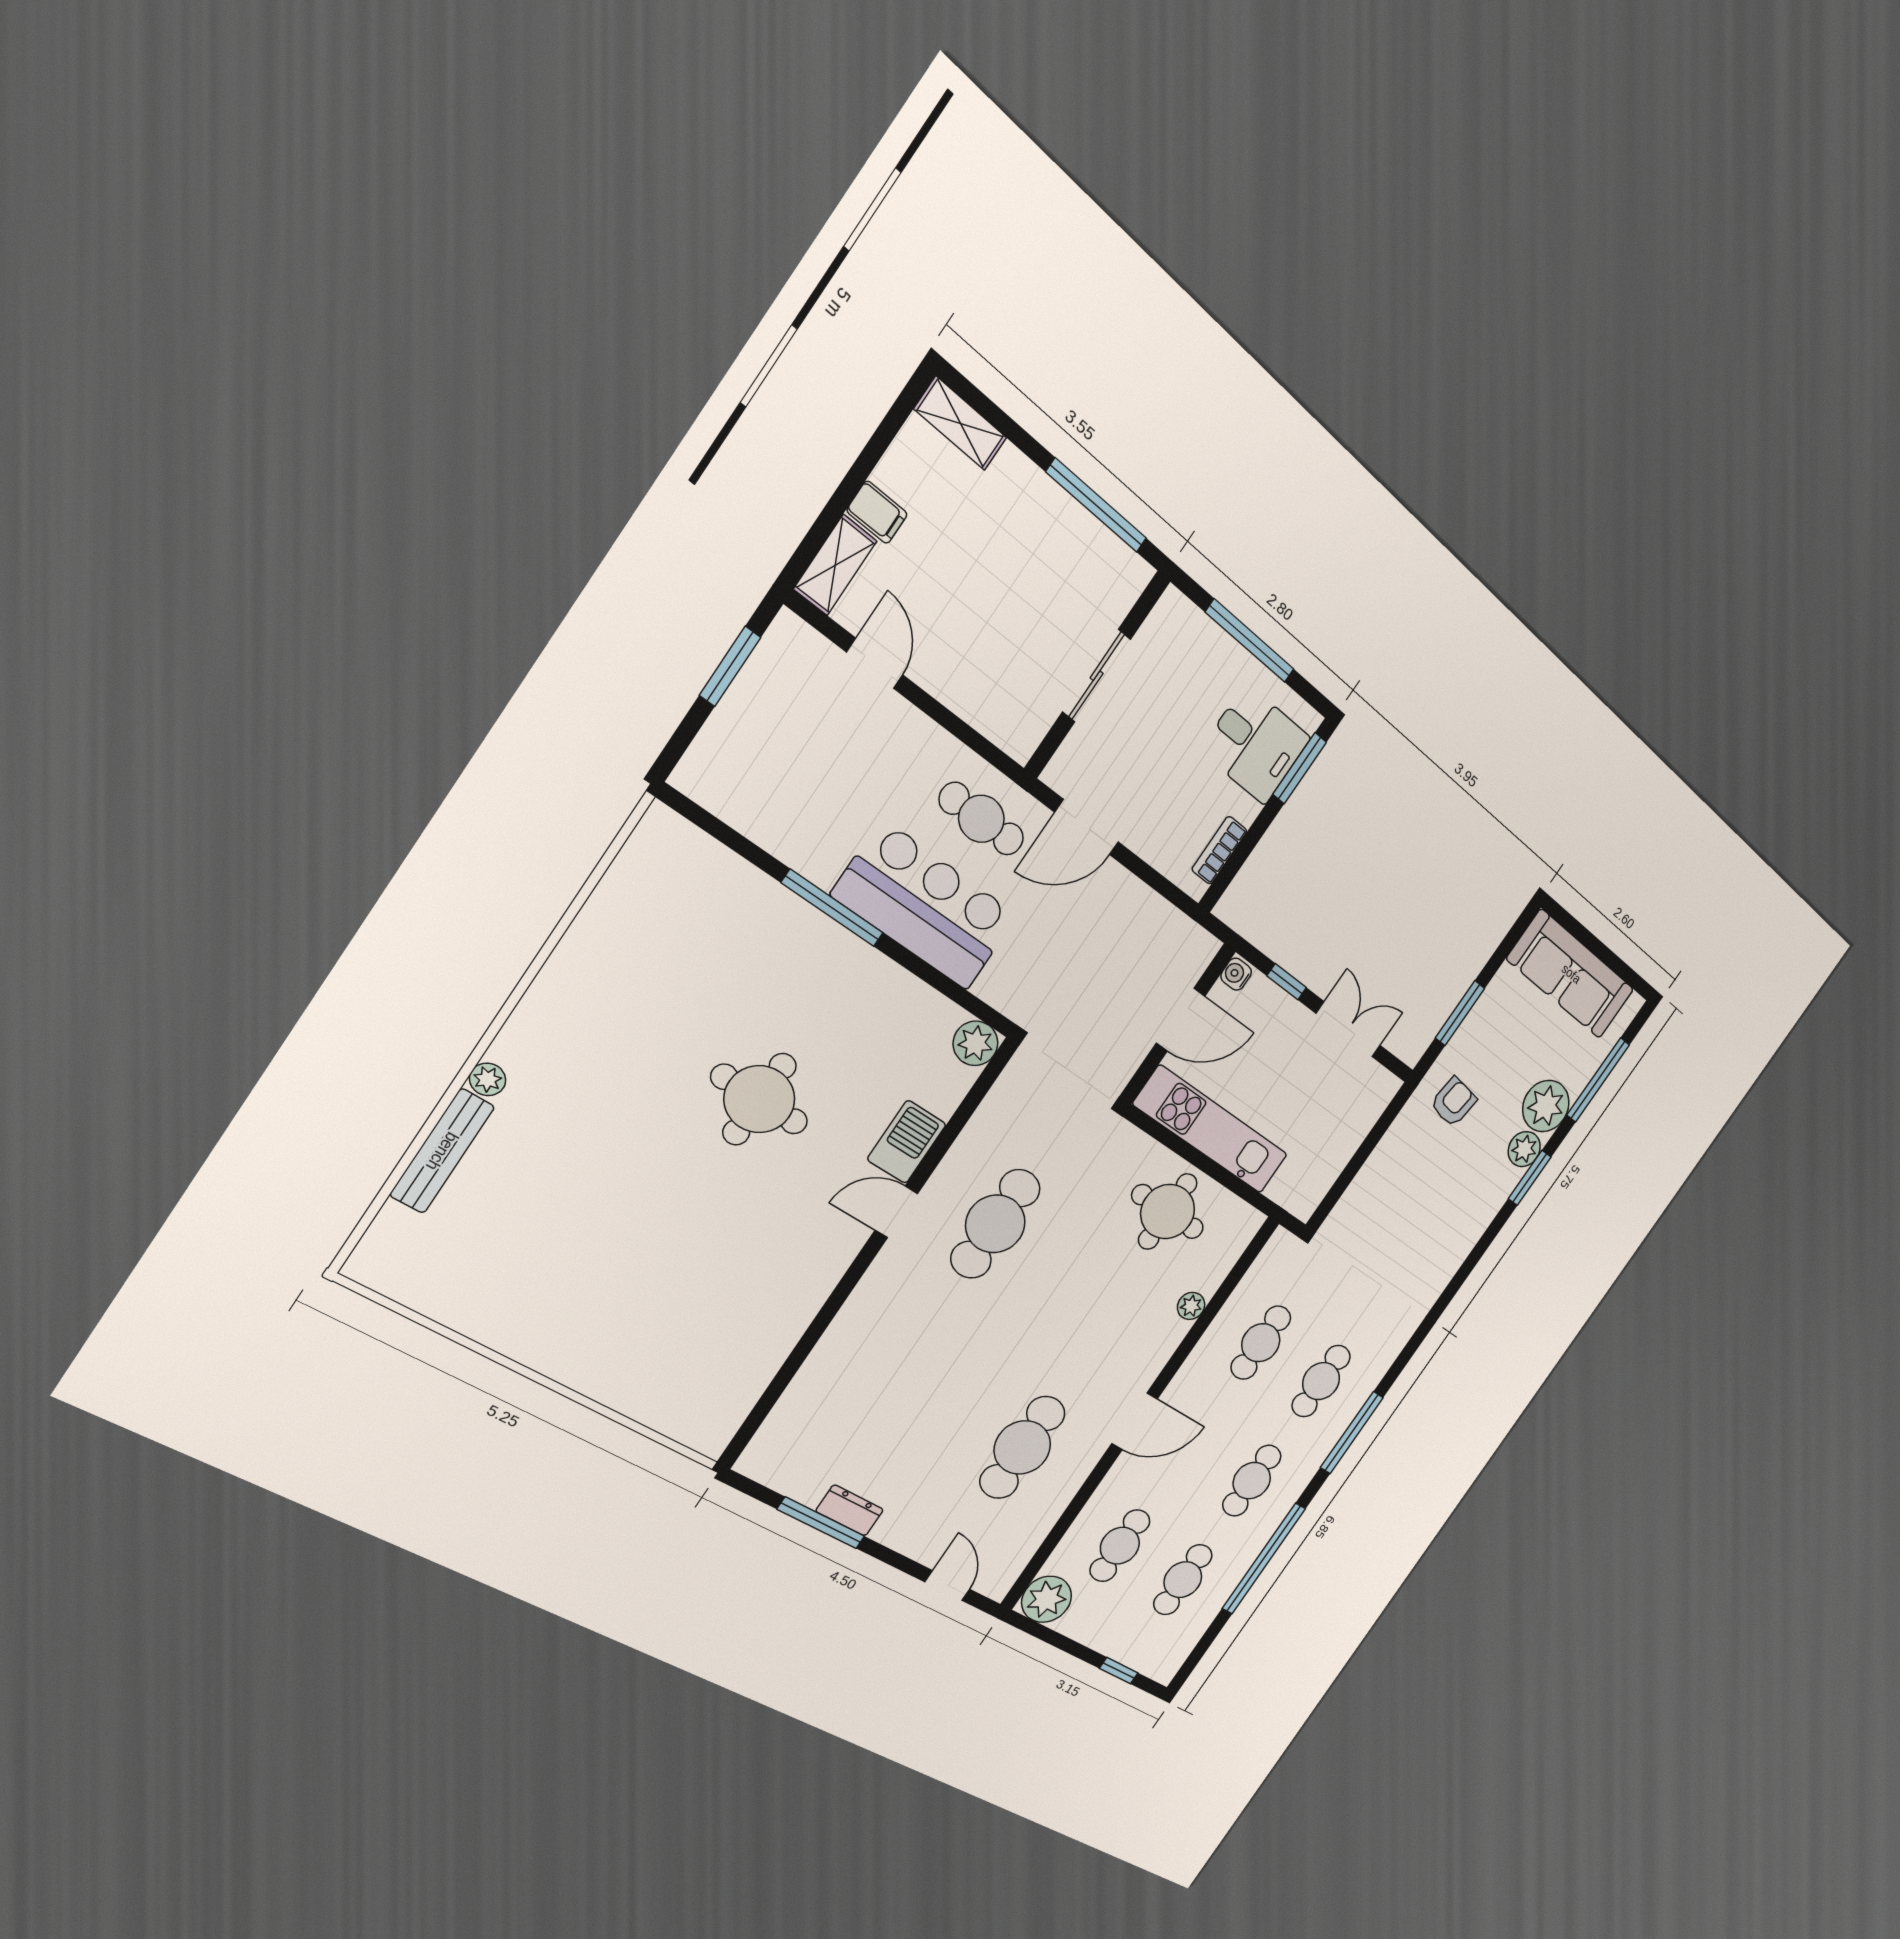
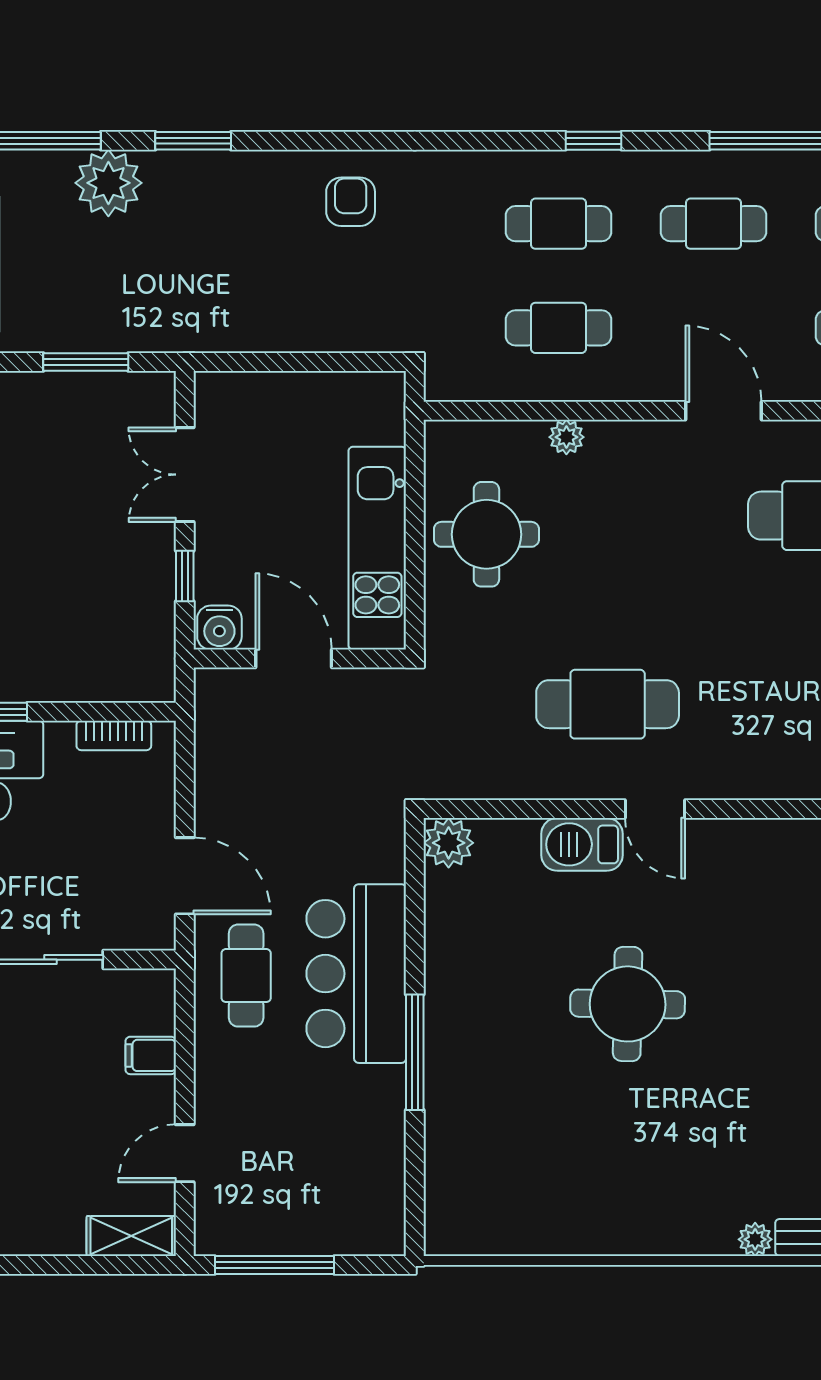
filing cabinet: (877, 512) -> (151, 1055), moved, turned -90
window: (730, 666) -> (275, 1265), width x1.44
water cooler: (1236, 974) -> (219, 628), width x1.38, depth x1.38
armchair: (1454, 1102) -> (351, 202), moved, turned 83
plant: (1524, 1149) -> (168, 173), removed
window: (1352, 1433) -> (593, 141), width x0.46

